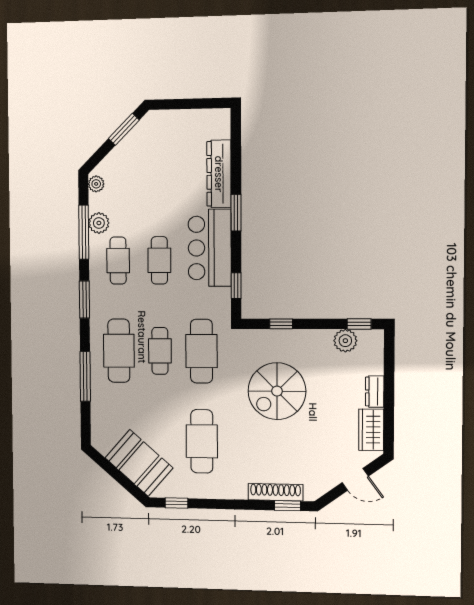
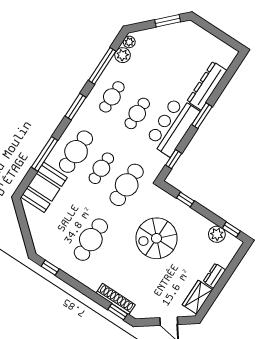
plant: (99, 223) -> (123, 55), moved
booth: (139, 463) -> (44, 187), moved, turned 49

